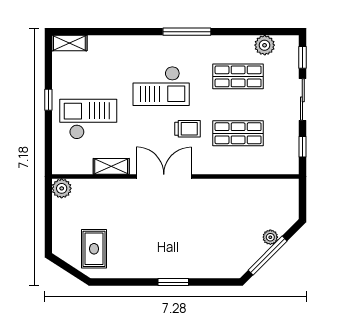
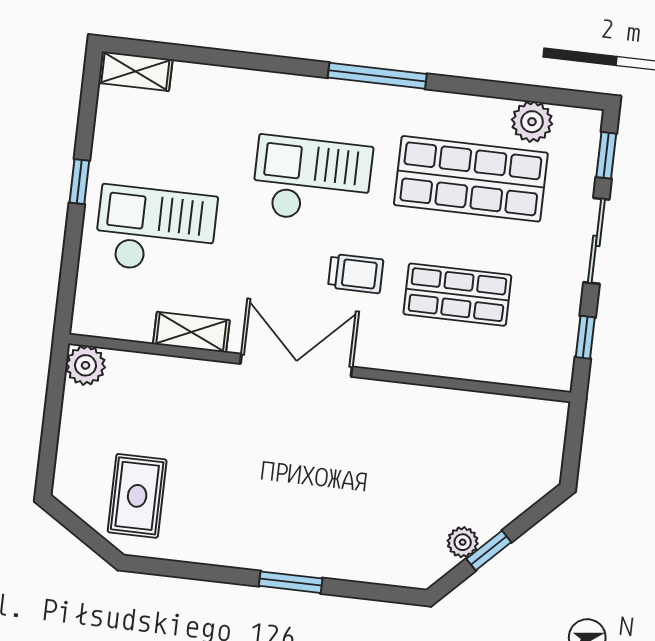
shop shelf: (238, 76) -> (471, 179), width x1.43, depth x1.36
checkout: (161, 86) -> (312, 180), turned 180
plant: (270, 237) -> (463, 542), moved
window: (268, 256) -> (489, 550), width x0.46

